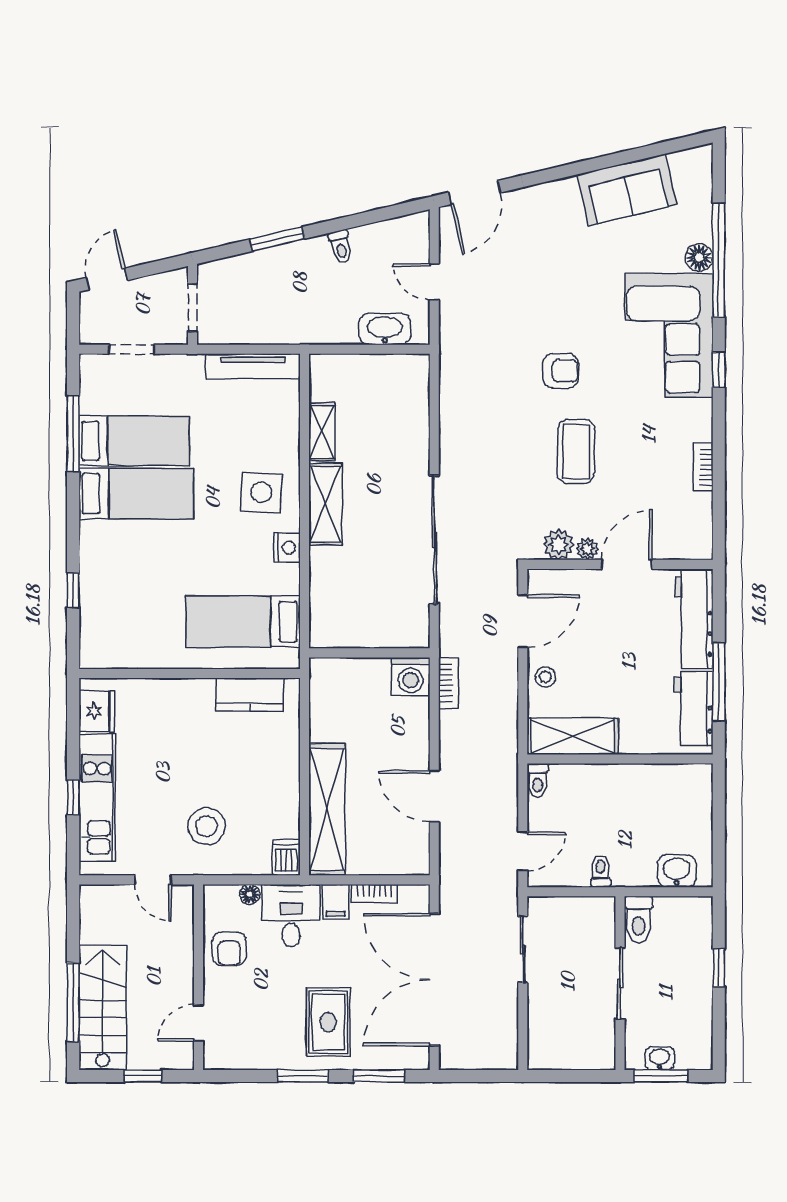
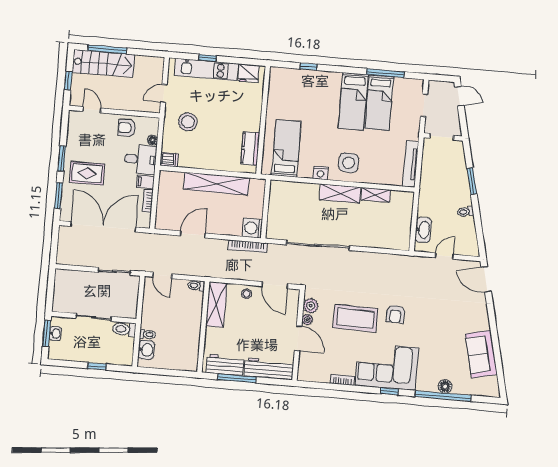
corner sofa: (669, 335) -> (387, 367), moved
coffee table: (576, 451) -> (355, 318), width x1.36, depth x1.32
bookcase: (449, 683) -> (248, 246), width x1.56
shelving: (327, 809) -> (216, 184), moved
toilet: (601, 871) -> (147, 334), moved

